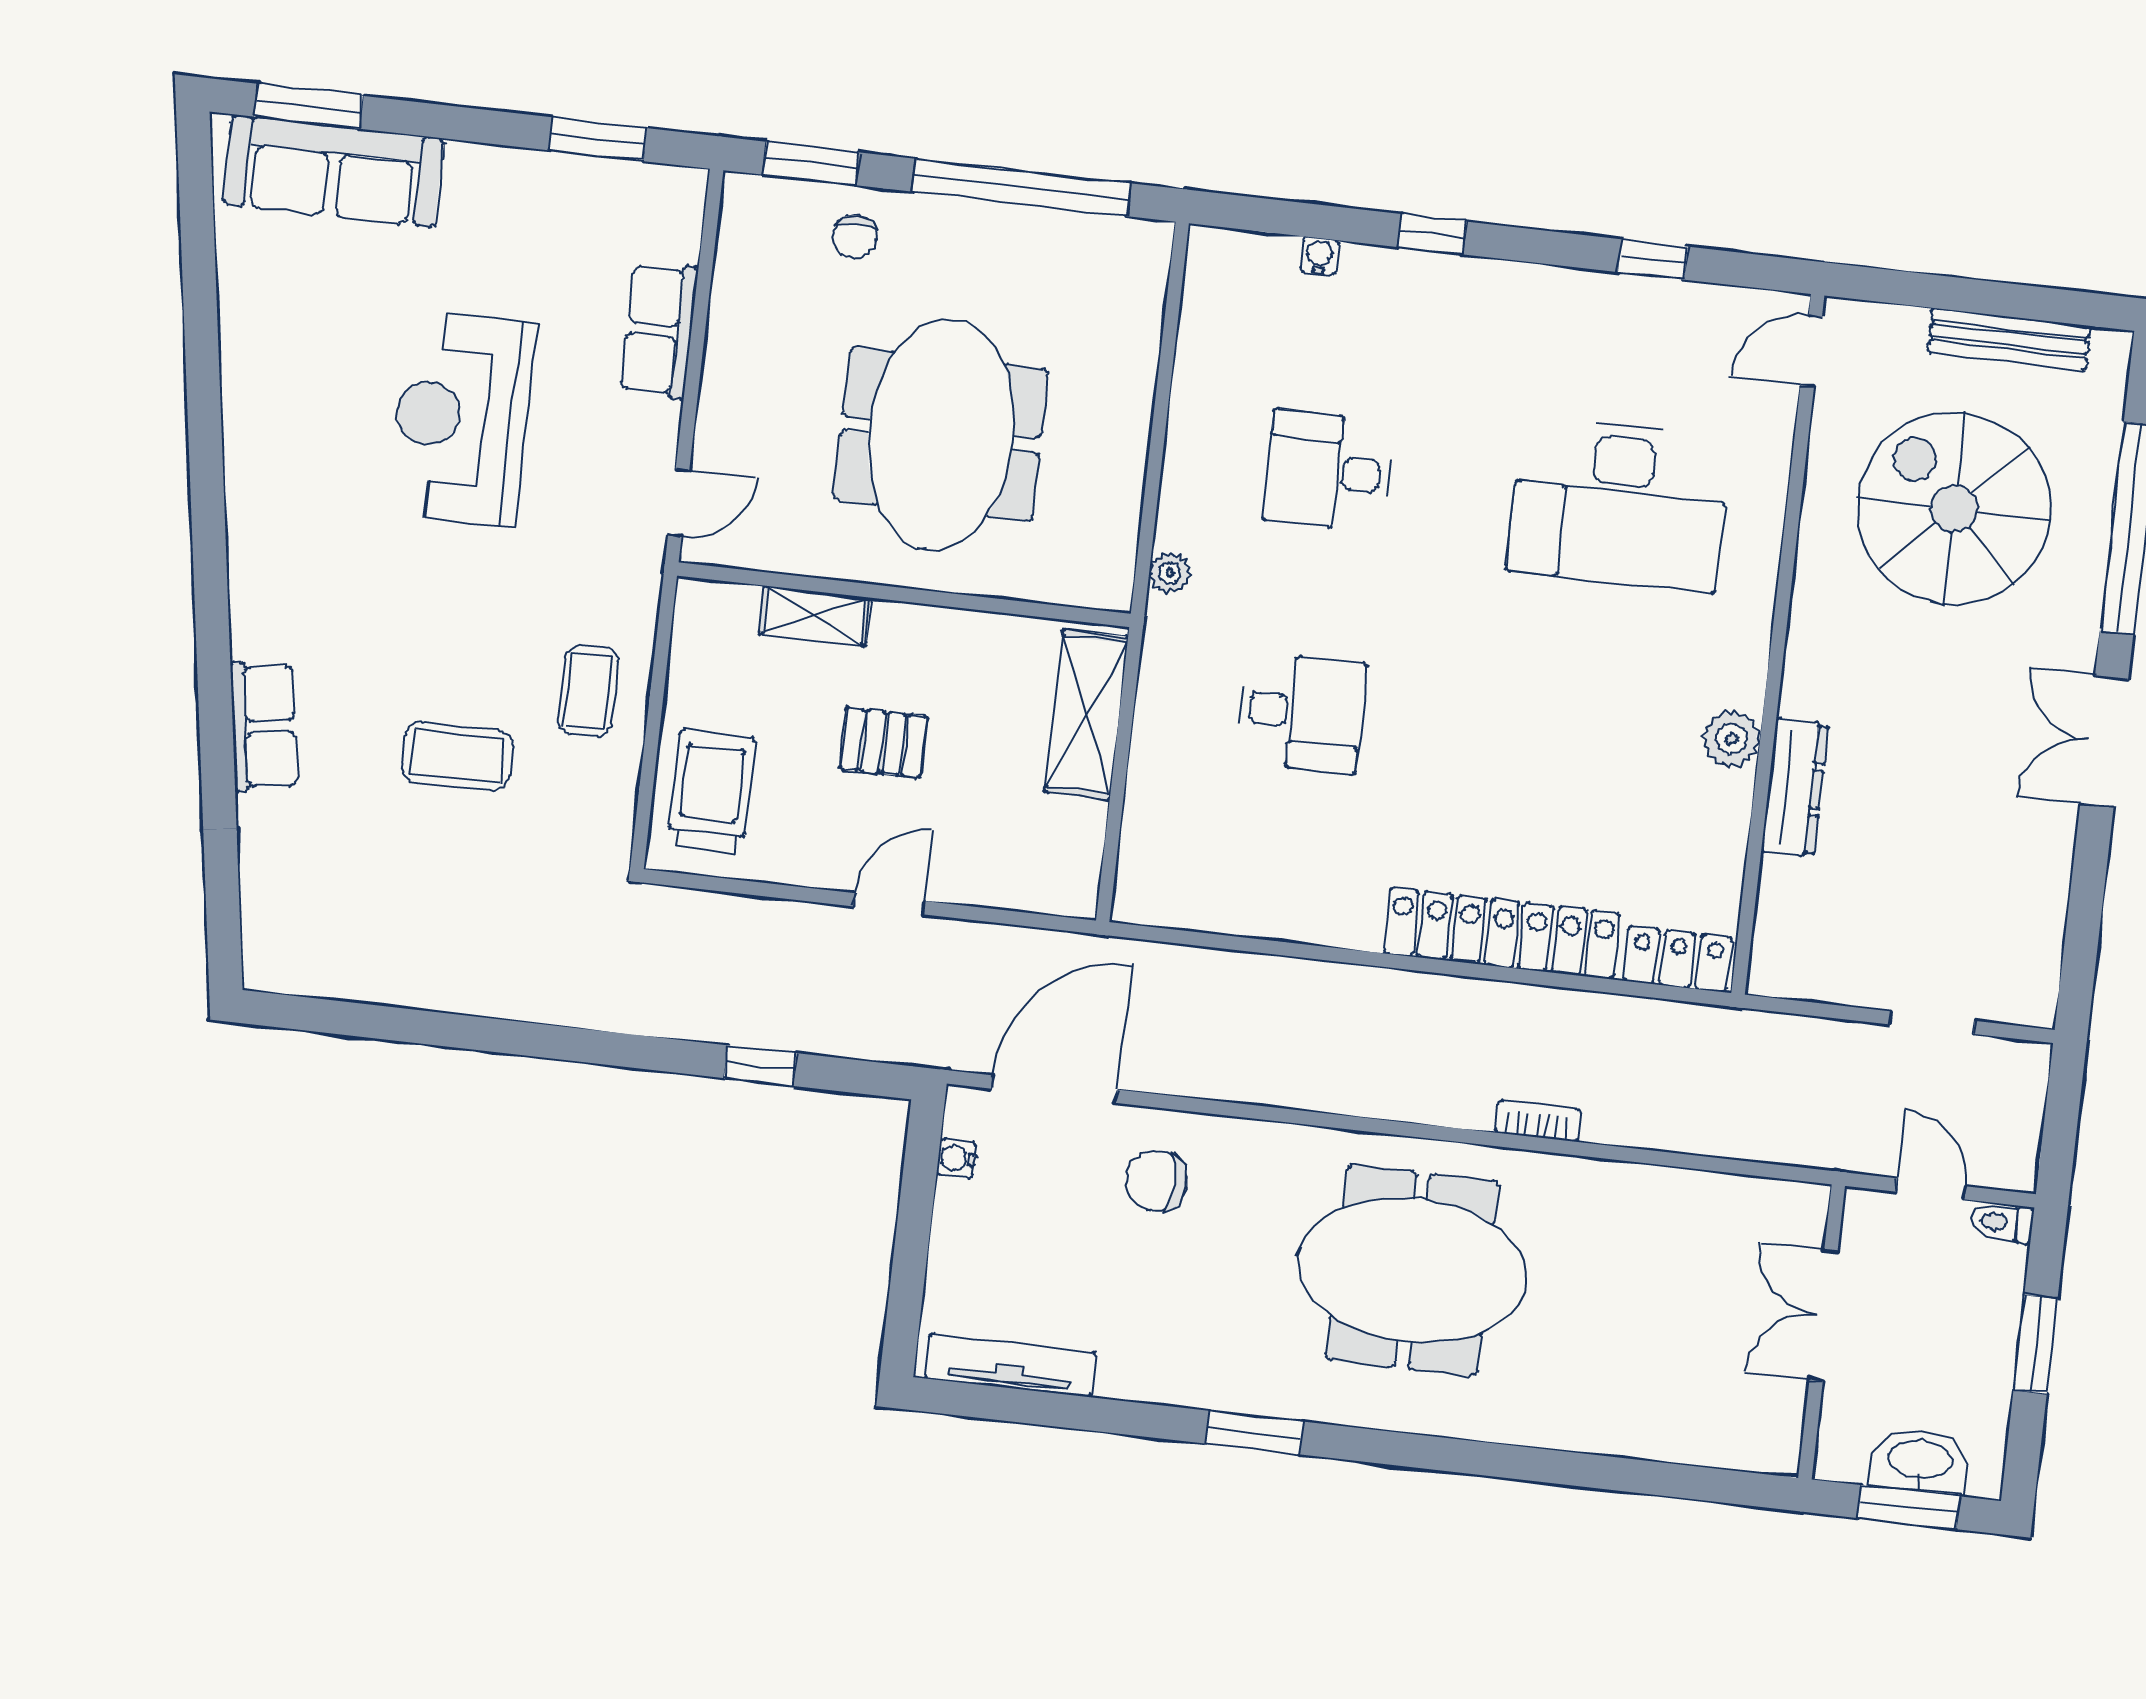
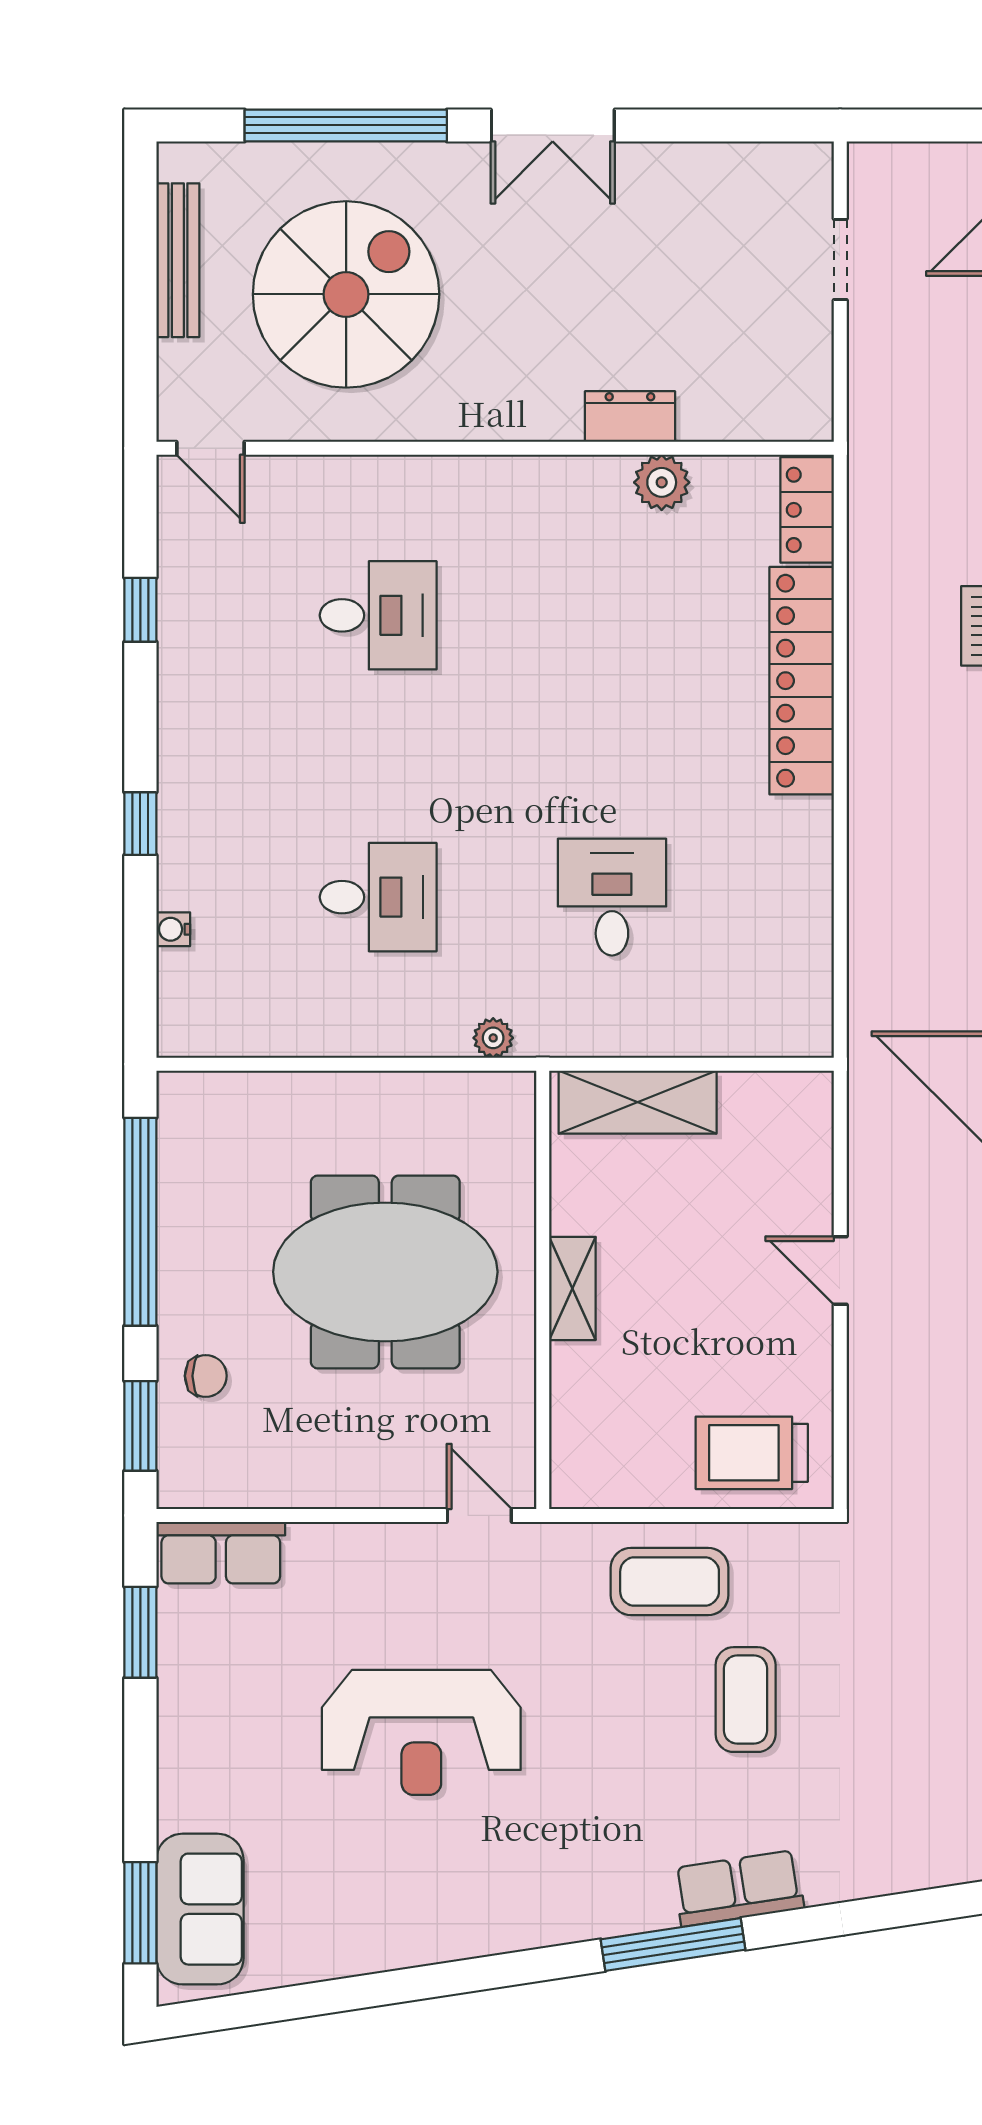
sofa: (333, 171) -> (200, 1909), width x0.73
row of seats: (659, 330) -> (221, 1553), moved
desk: (1329, 471) -> (378, 897), turned -90
desk: (1619, 504) -> (378, 615), width x0.53, depth x0.77
spiral stairs: (1954, 509) -> (346, 294), turned 180
shelving: (815, 616) -> (572, 1288), moved
window: (213, 652) -> (673, 1944), added
coffee table: (588, 691) -> (670, 1581), width x1.36, depth x1.30
plant: (1731, 739) -> (662, 482), moved
pallet: (883, 743) -> (687, 1293), removed
dresser: (1795, 787) -> (630, 417), width x0.70

